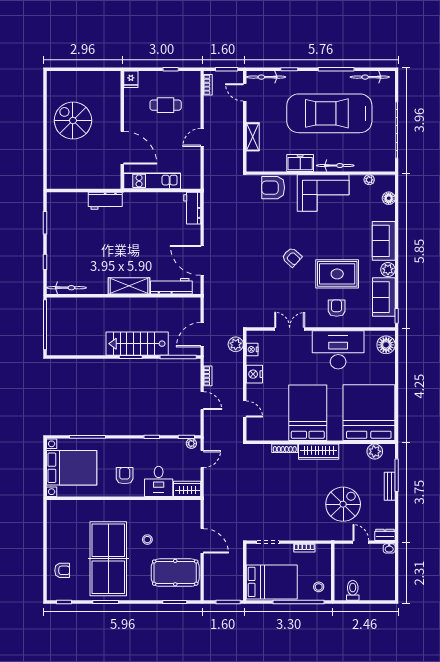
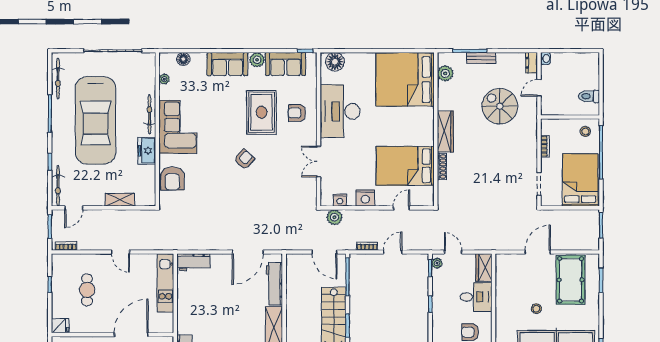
kitchen unit: (152, 181) -> (165, 283), moved
bed: (308, 413) -> (405, 166), moved

